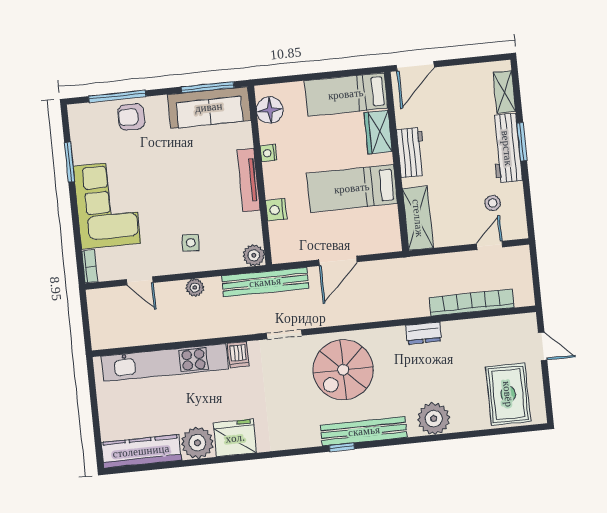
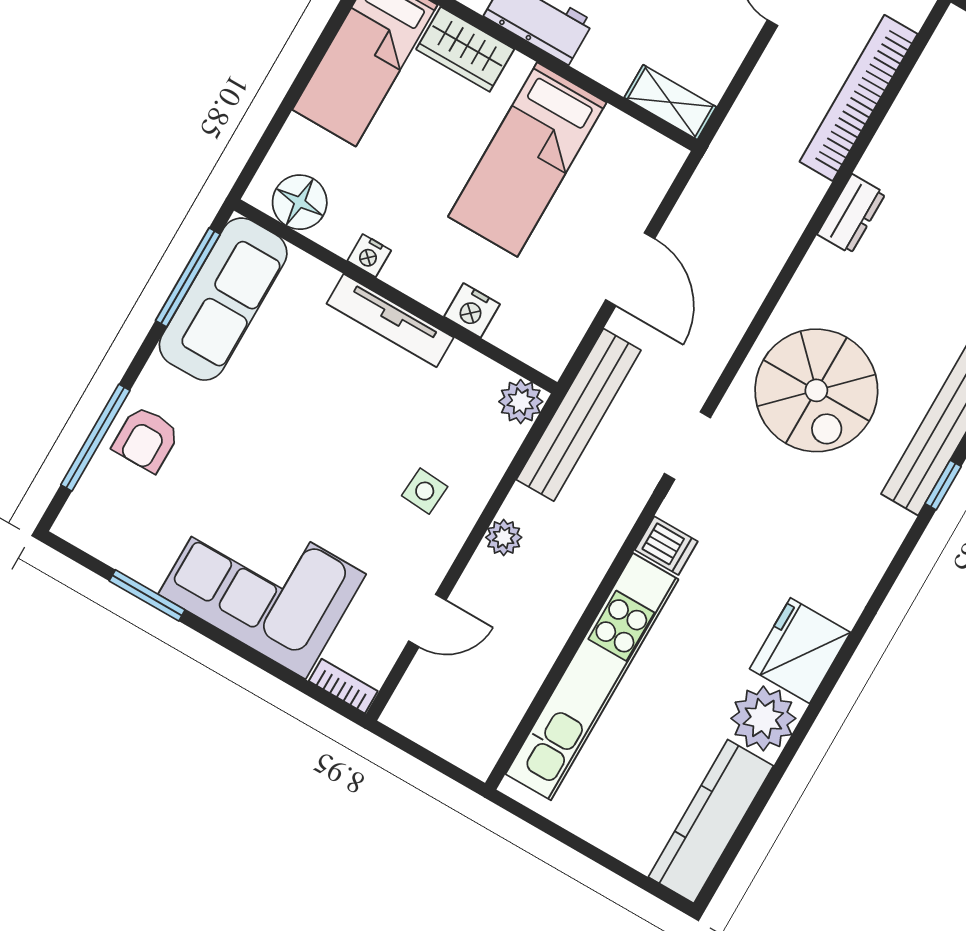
shelving: (418, 218) -> (670, 102), width x0.67, depth x0.75

